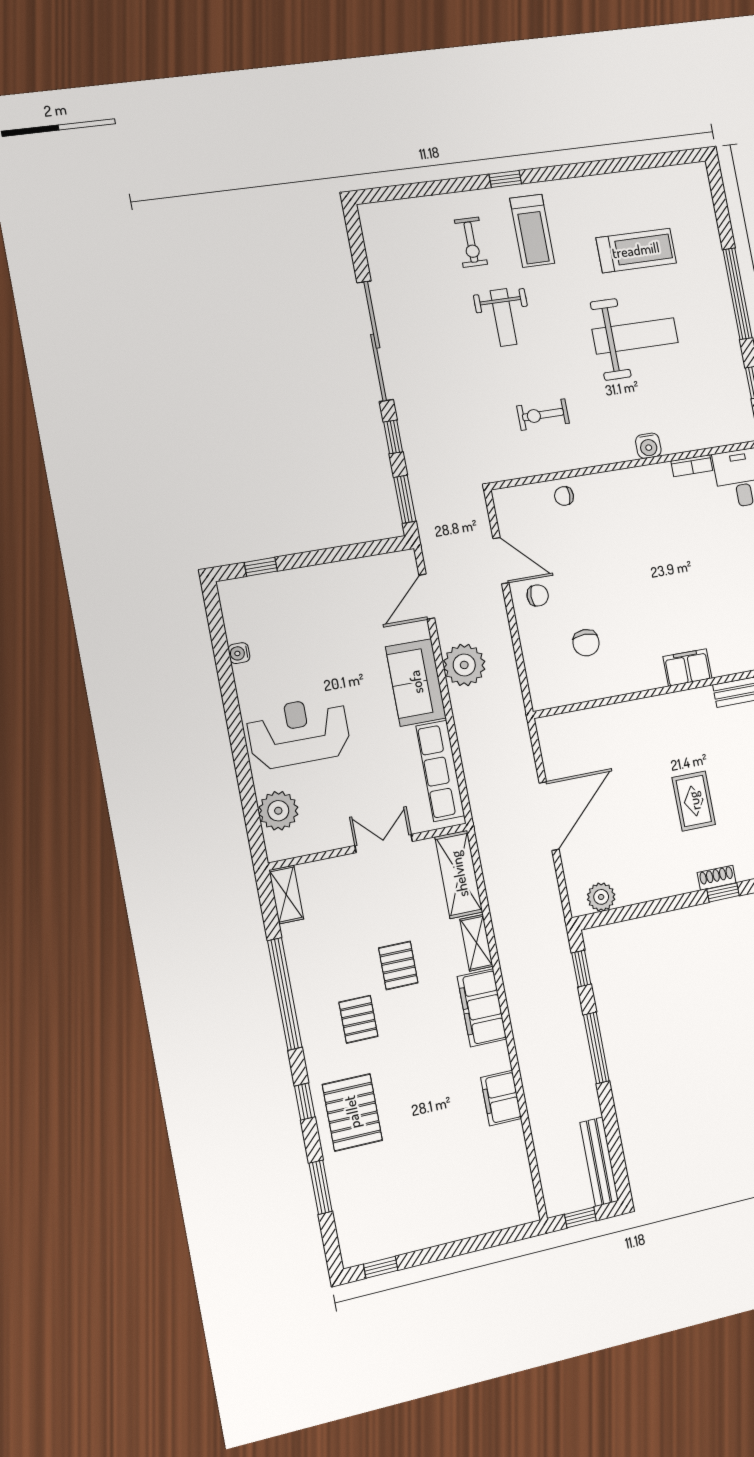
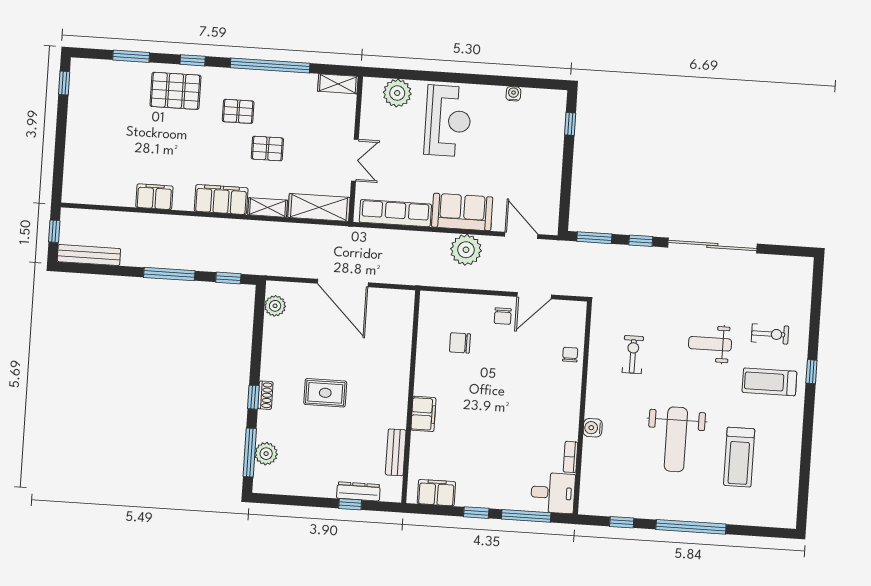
exercise bike: (471, 242) -> (770, 334), turned 180

